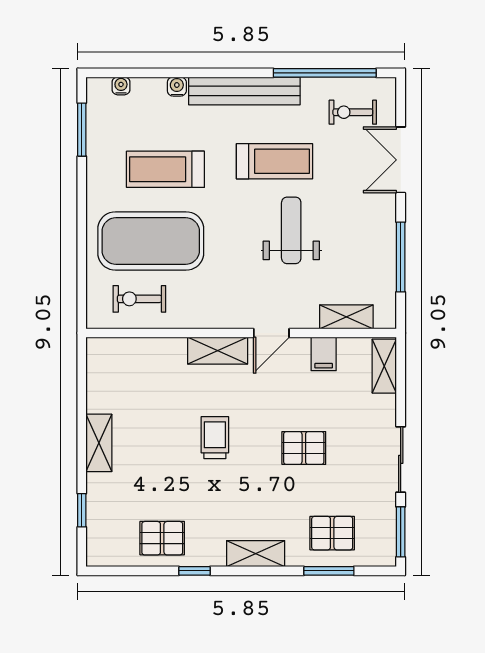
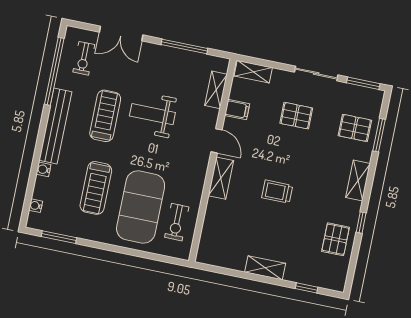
pallet: (304, 448) -> (296, 116), moved, turned 90
pallet: (332, 533) -> (355, 128), turned 90

